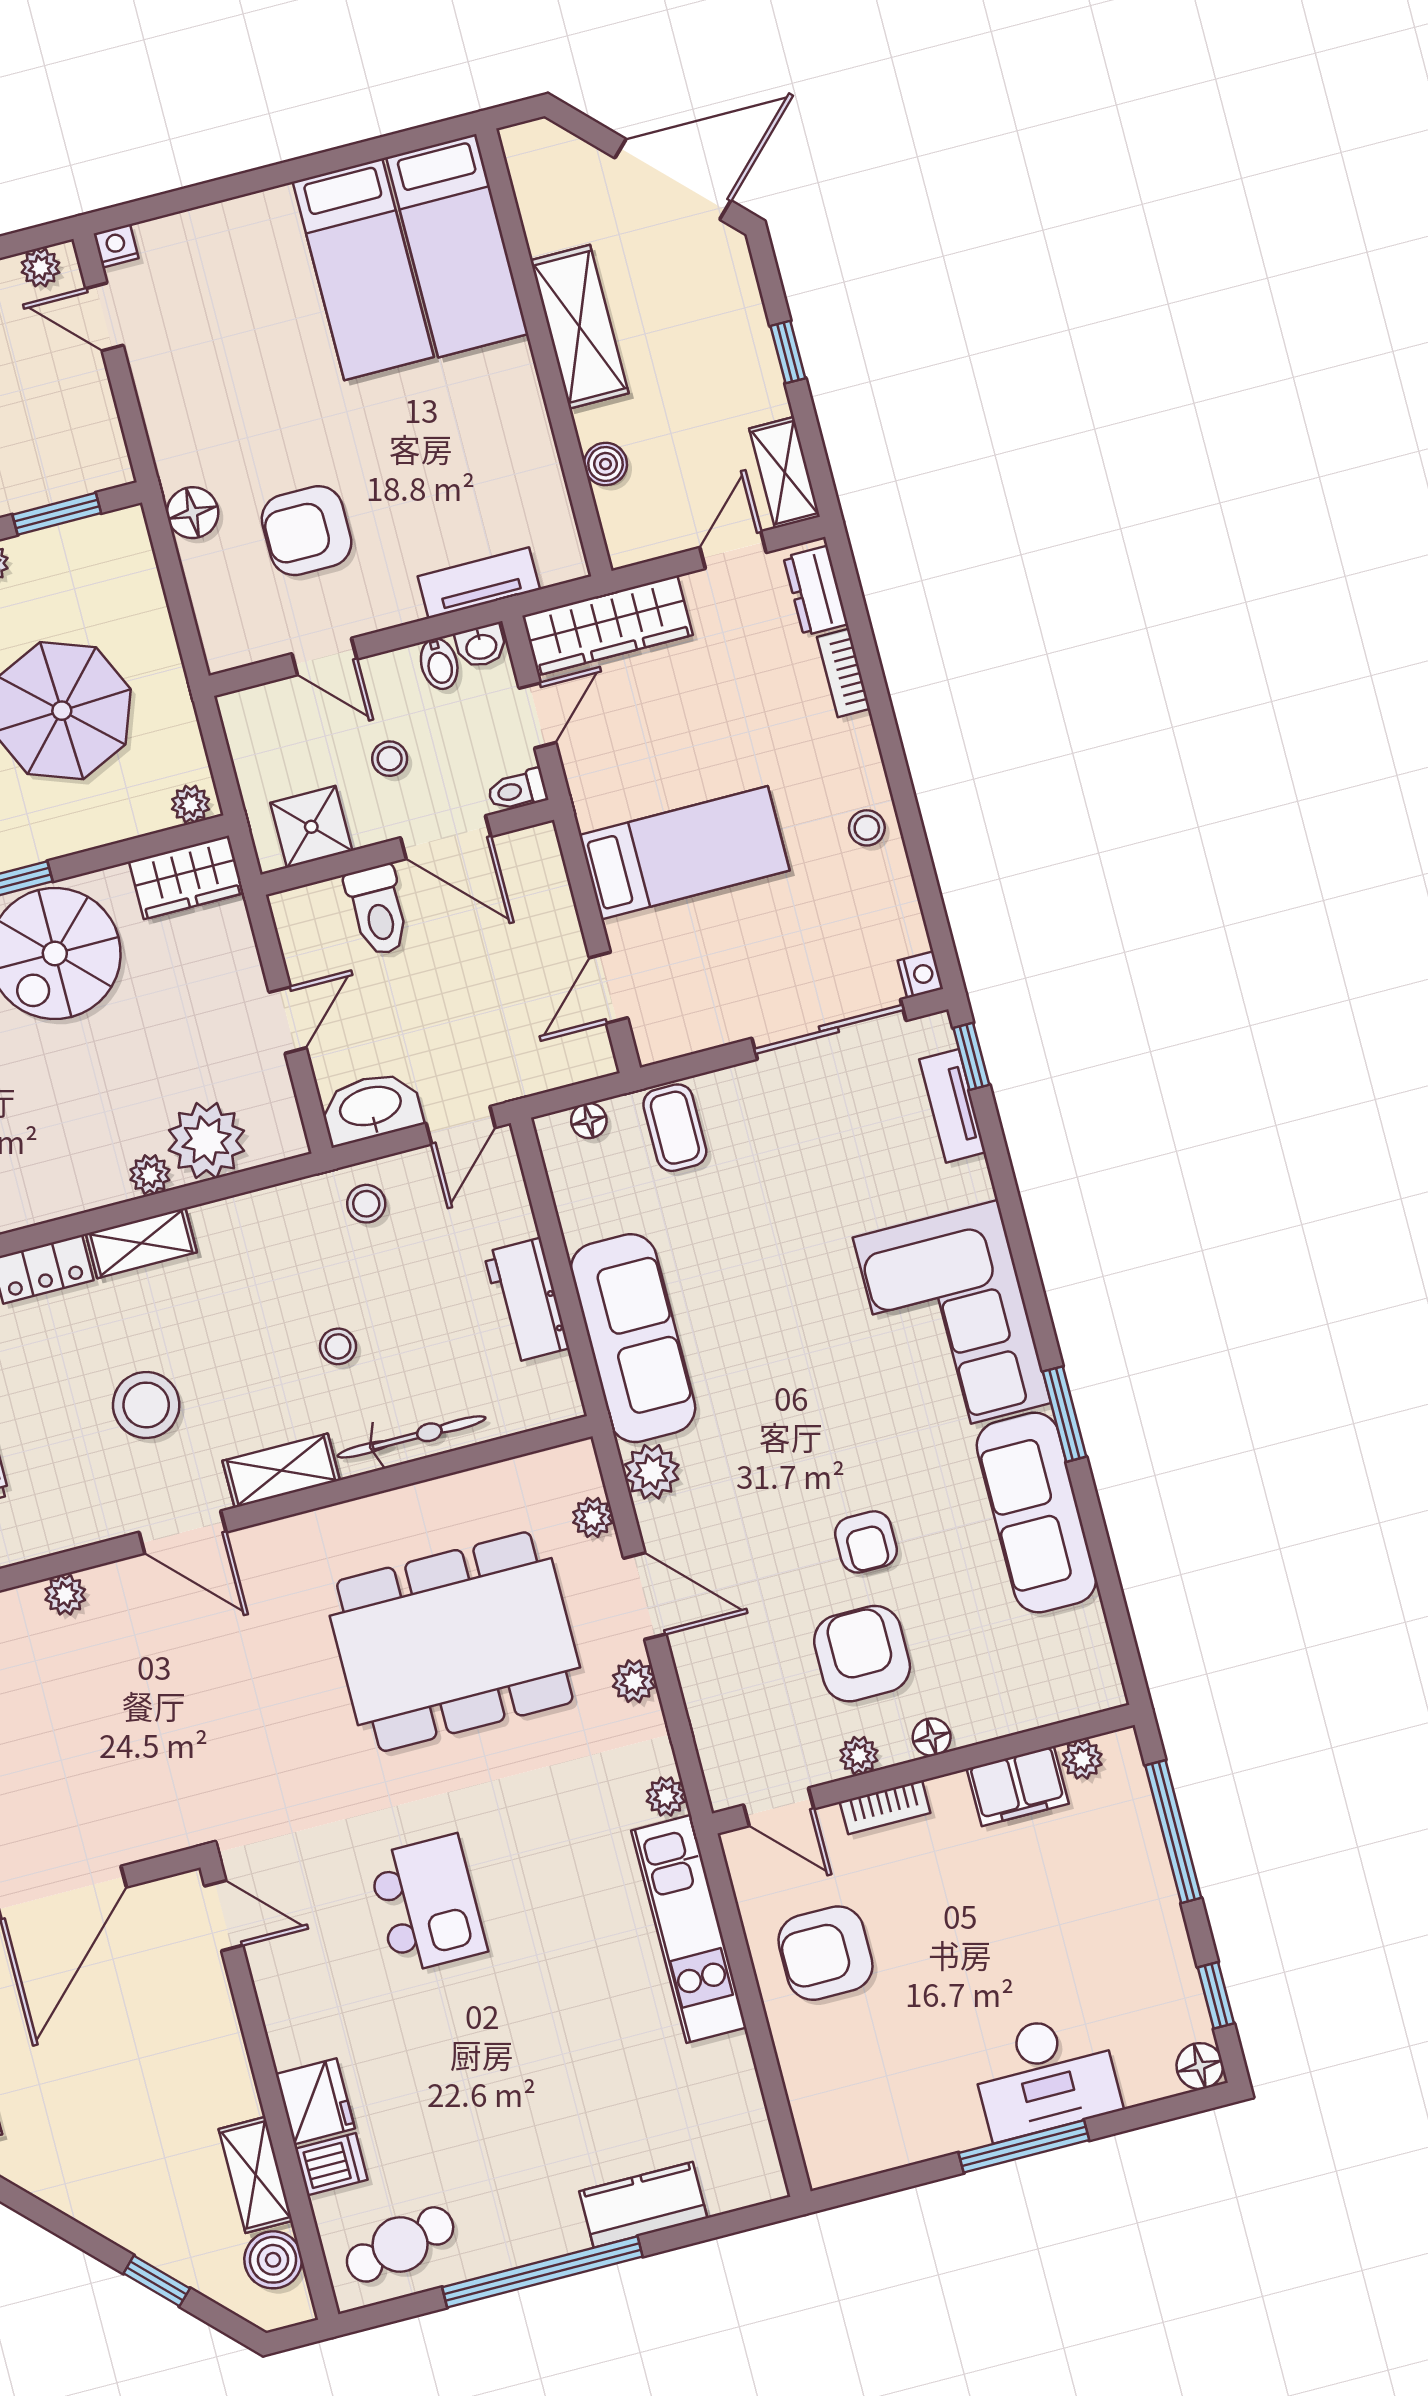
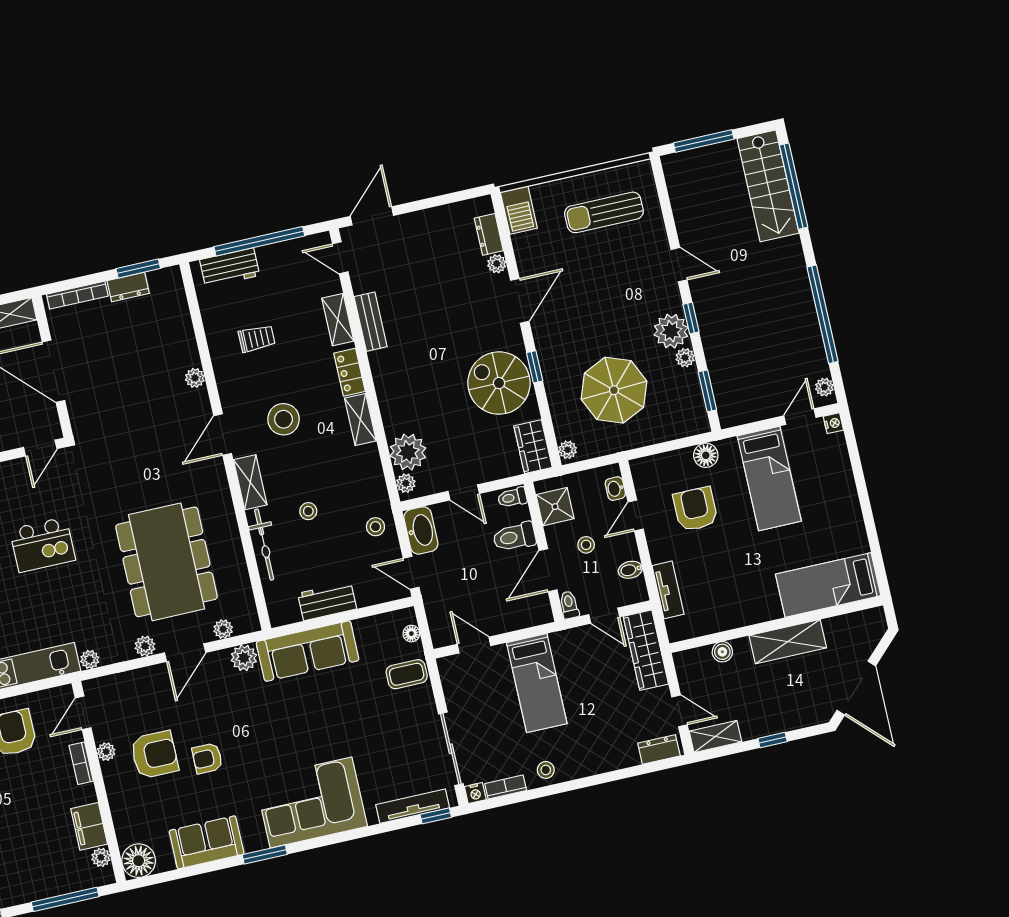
bed: (363, 269) -> (769, 478), moved, turned -90
washbasin: (481, 646) -> (615, 489), moved
bookcase: (844, 673) -> (506, 787), moved
toilet: (295, 918) -> (512, 497), added
tv unit: (952, 1106) -> (413, 806), width x1.41
plant: (150, 1175) -> (406, 483), moved
sofa: (1036, 1513) -> (207, 842), width x0.73
floor lamp: (932, 1737) -> (139, 861), moved, width x1.89, depth x1.89

